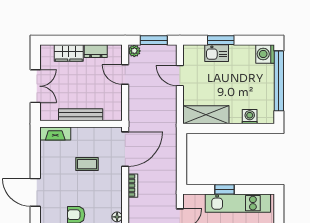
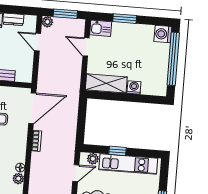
kitchen sink: (217, 53) -> (101, 28), moved
washing machine: (250, 117) -> (134, 87), moved
plant: (198, 200) -> (93, 159), added

